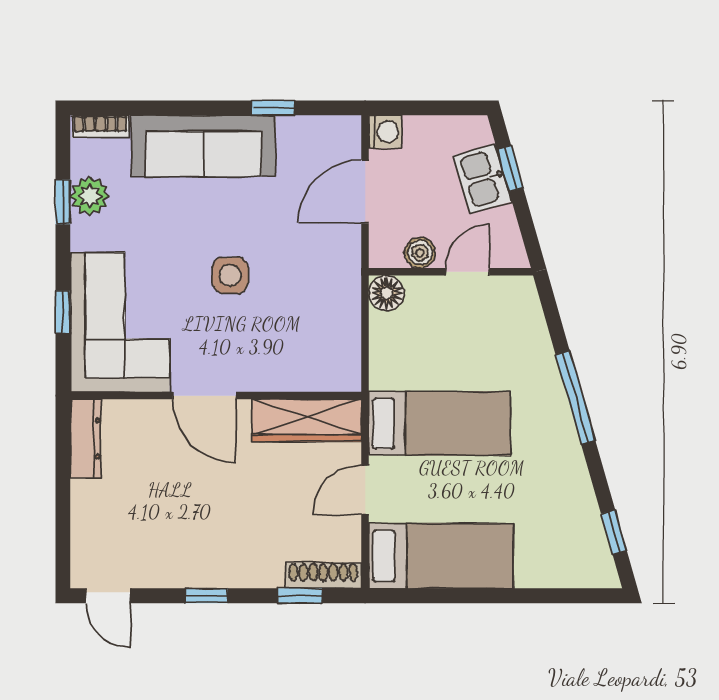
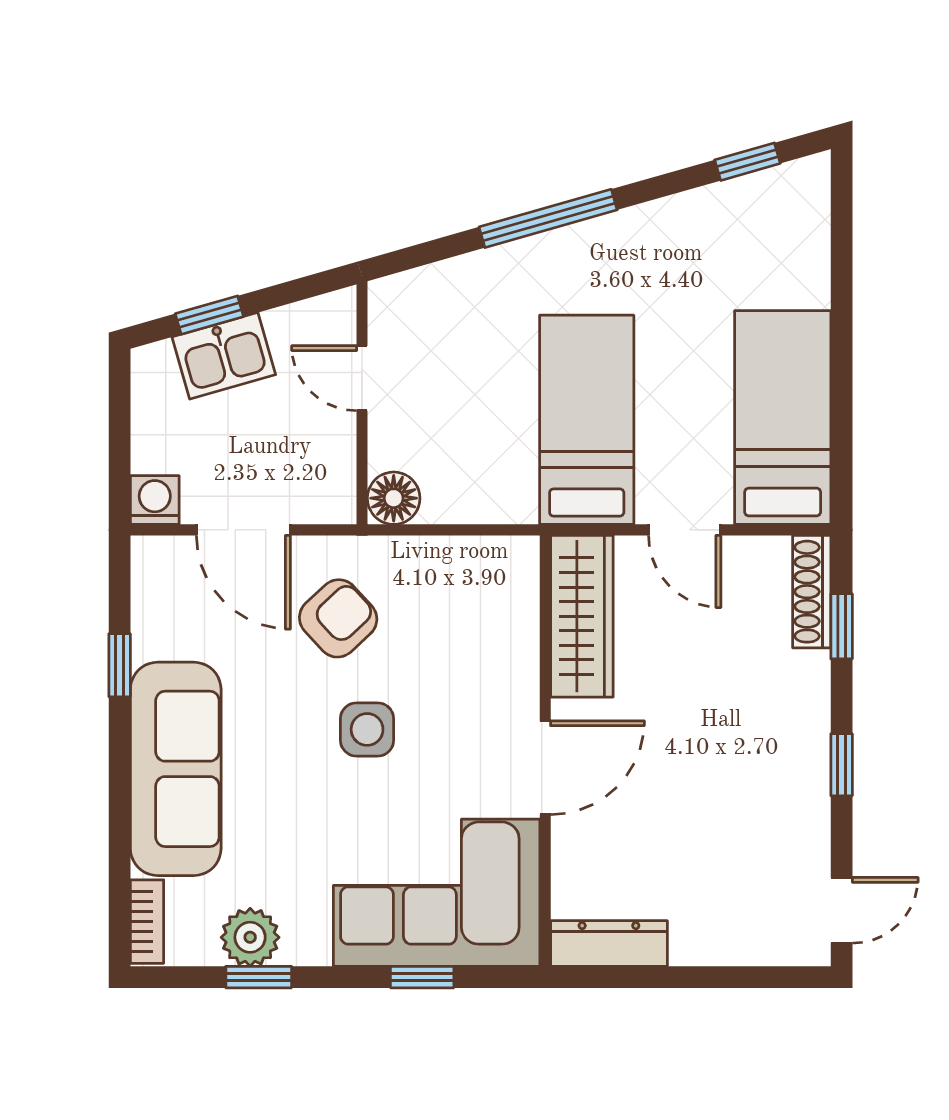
boiler: (420, 253) -> (334, 449), removed
armchair: (305, 256) -> (338, 618), added

